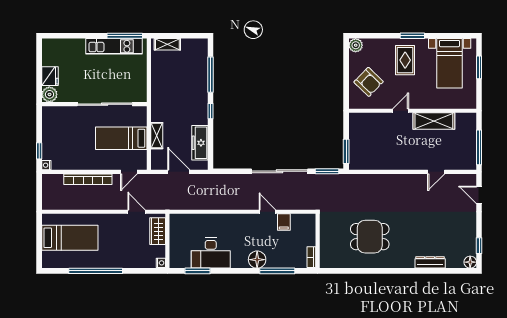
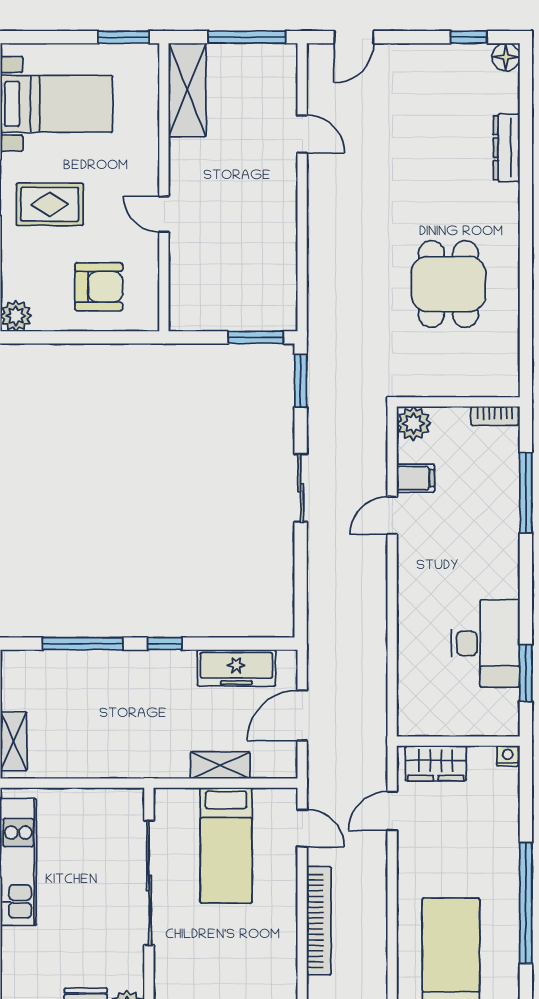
window: (479, 67) -> (123, 37), moved
armchair: (369, 82) -> (99, 287), turned 46
shelving: (434, 121) -> (187, 90), moved
sliding door: (279, 171) -> (301, 488), width x0.54
plant: (308, 221) -> (414, 423), added
floor lamp: (257, 260) -> (500, 539), removed

